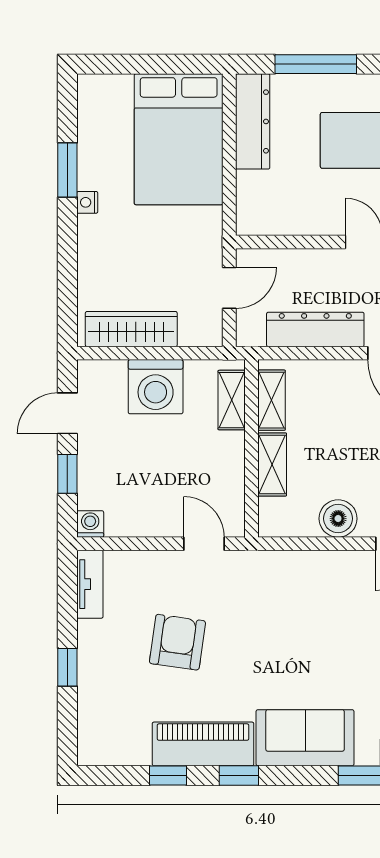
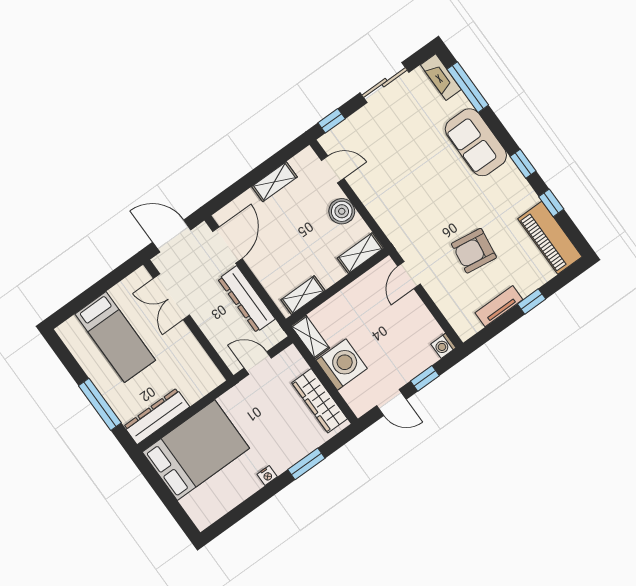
window: (67, 170) -> (306, 464), moved
shelving: (232, 400) -> (310, 337), moved, turned 90
shelving: (272, 464) -> (360, 253), moved
tv unit: (90, 584) -> (499, 306), moved
piano: (203, 744) -> (550, 238), moved

